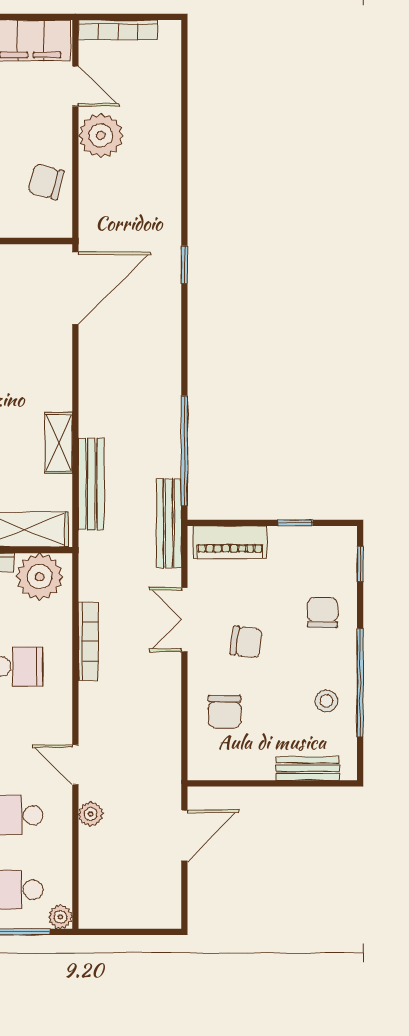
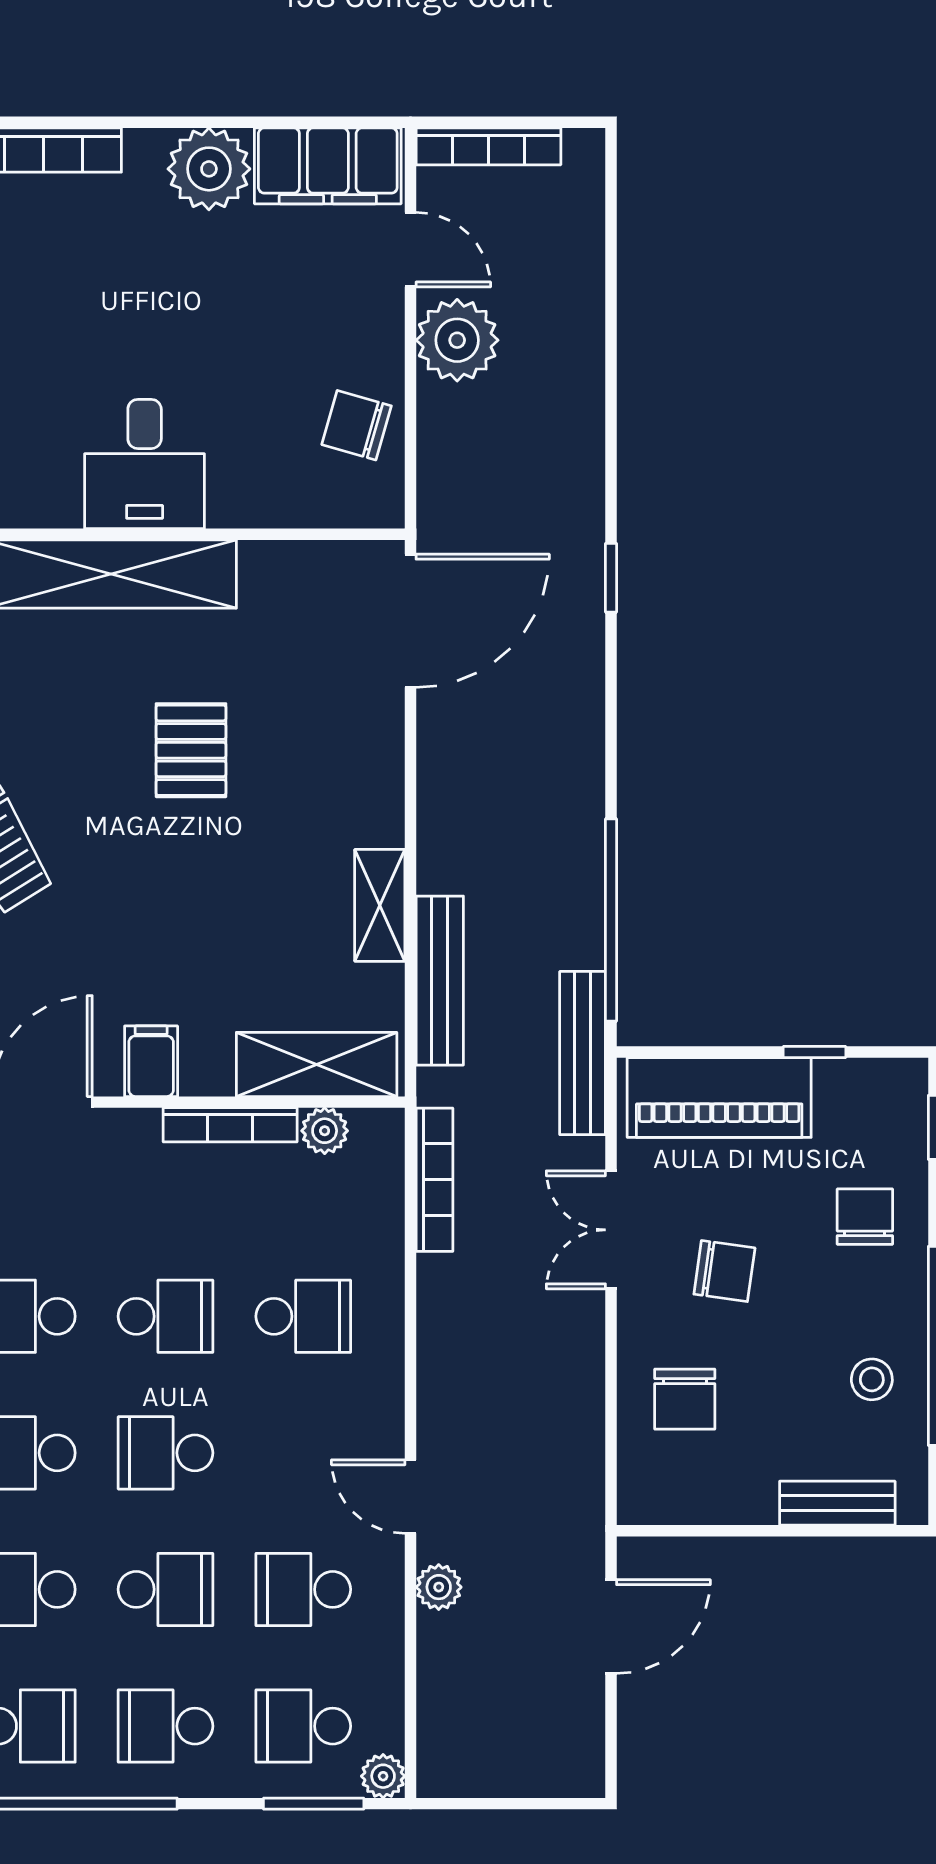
piano: (230, 542) -> (719, 1098), width x1.37, depth x1.33
plant: (40, 577) -> (325, 1131), width x0.53, depth x0.53
bookcase: (88, 641) -> (434, 1180), moved

